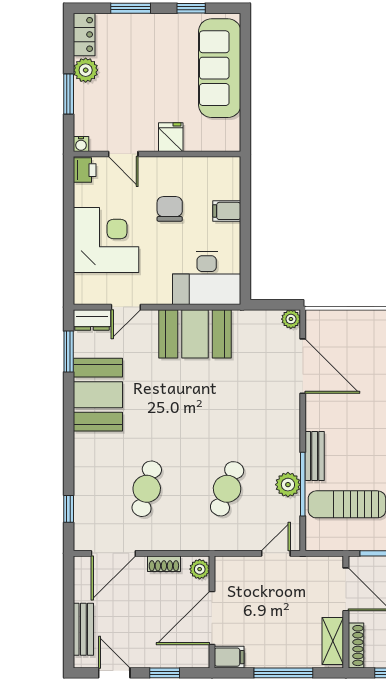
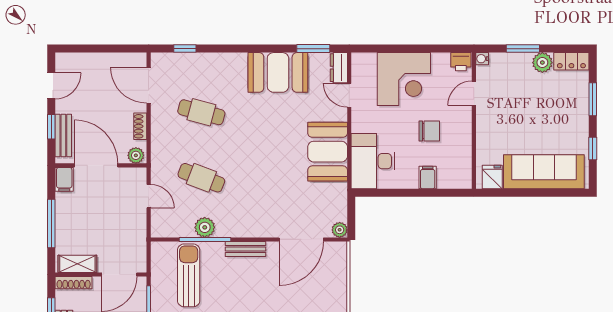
fridge: (171, 137) -> (492, 177), moved, turned -90
bench: (315, 456) -> (246, 249), moved
door: (276, 553) -> (149, 196), moved
bench: (83, 629) -> (63, 136), moved, turned 90

